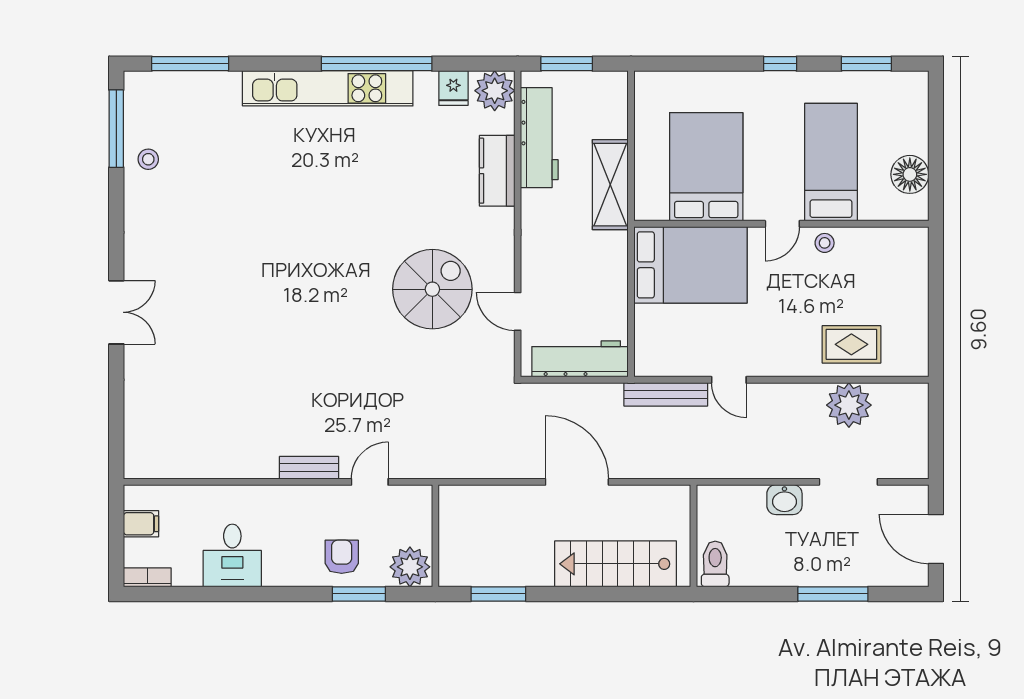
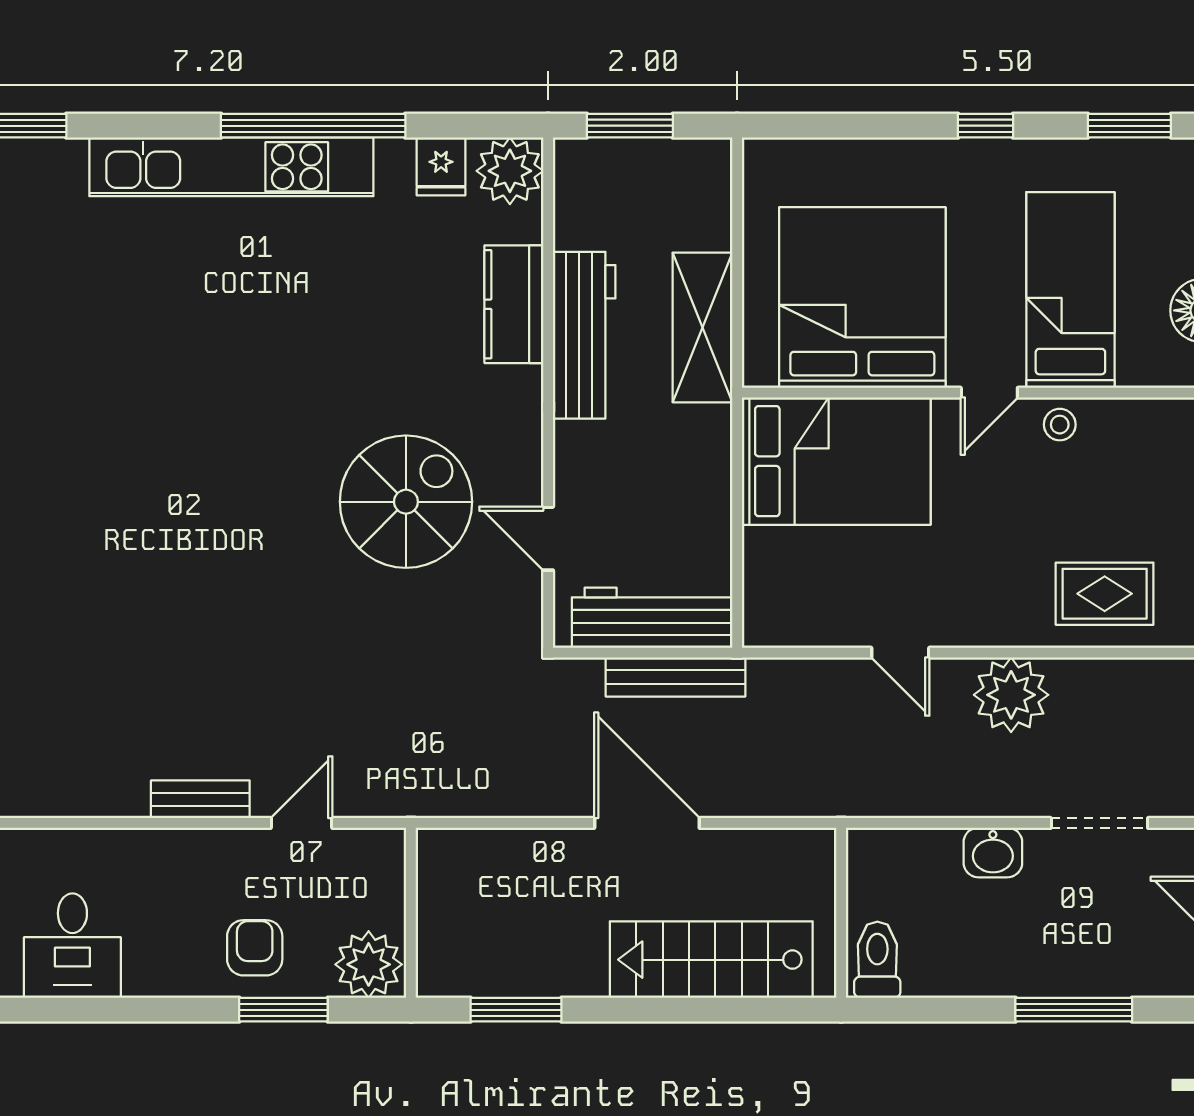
workbench: (539, 138) -> (584, 335), moved
bed: (706, 167) -> (862, 298), width x1.36
bench: (666, 394) -> (676, 677), moved
plant: (849, 405) -> (1011, 695), moved

